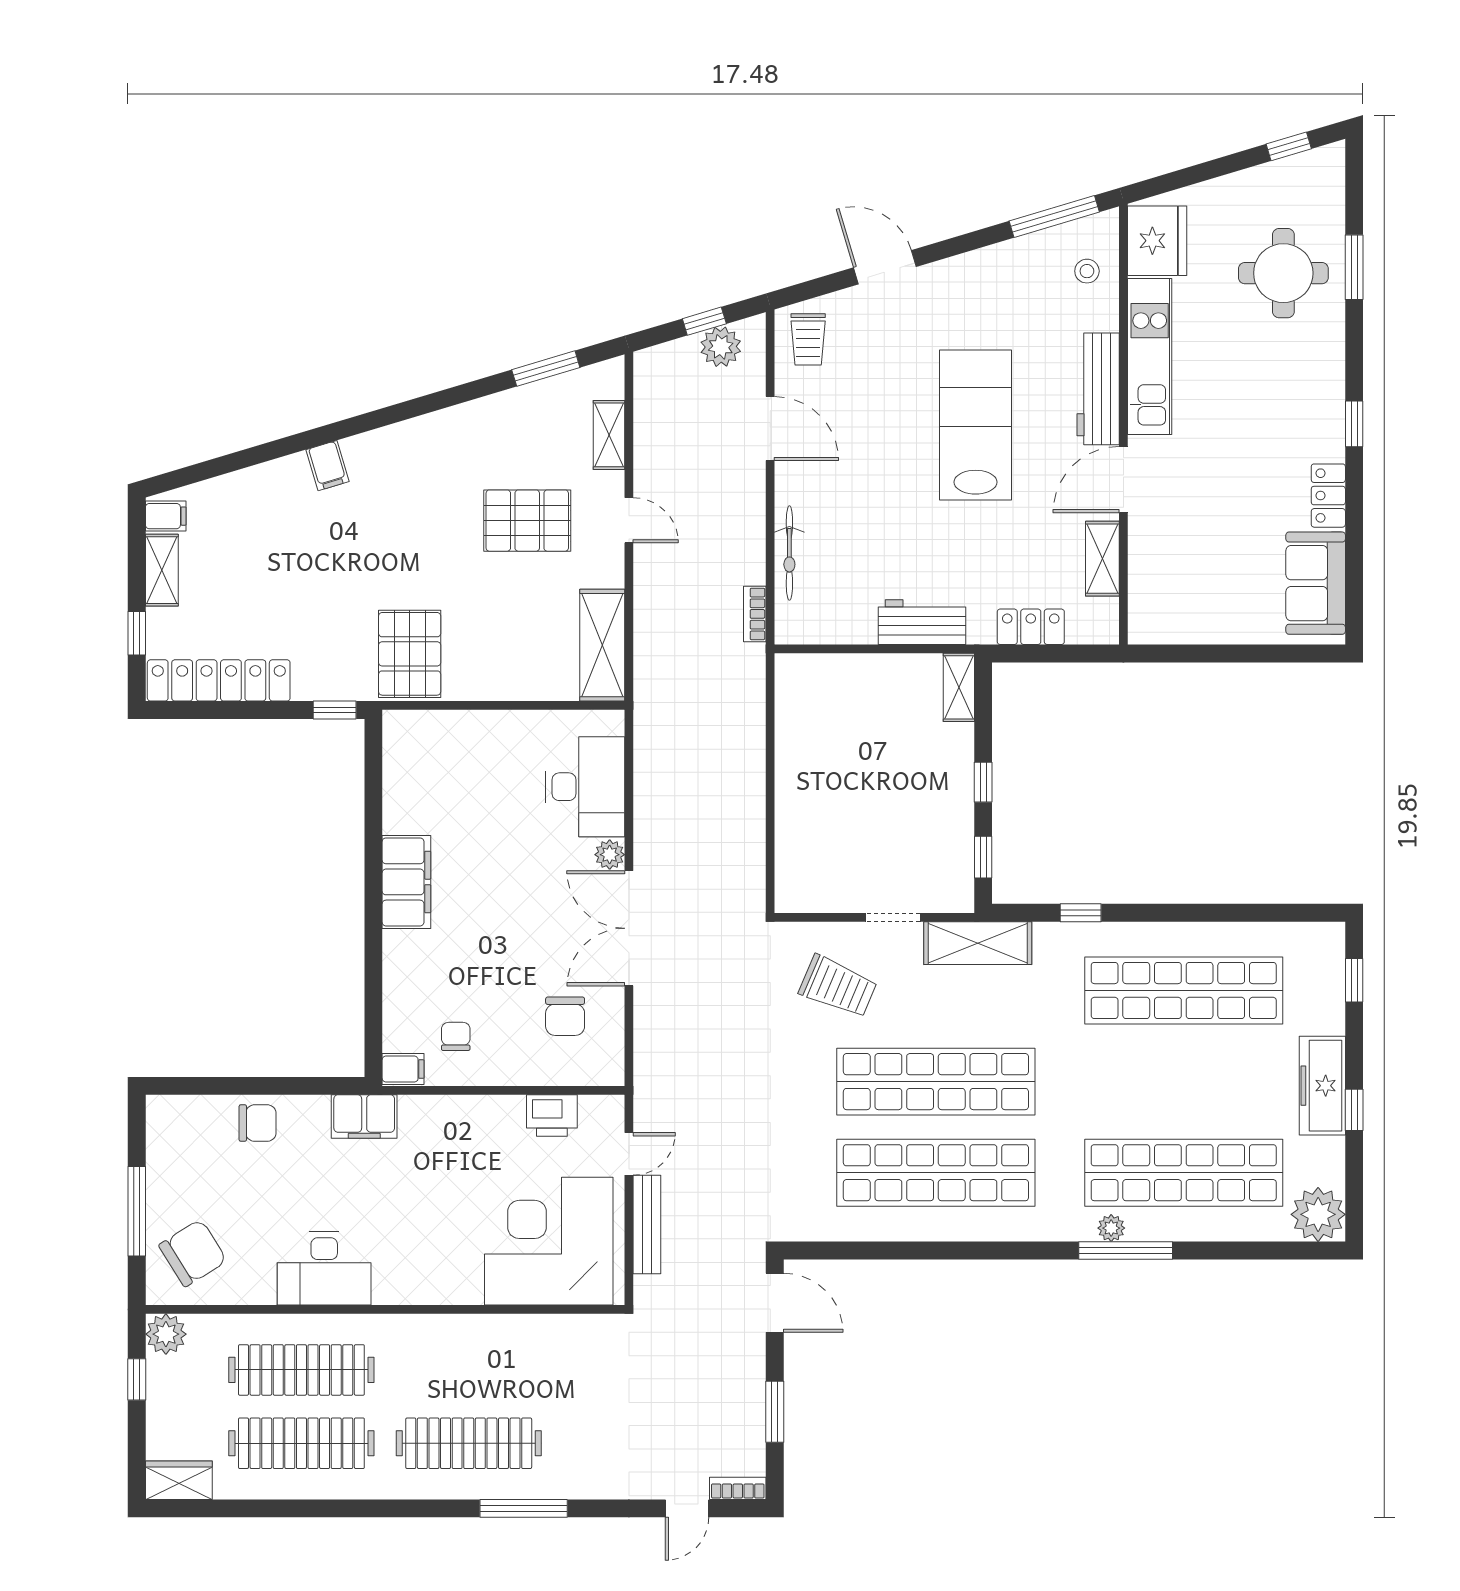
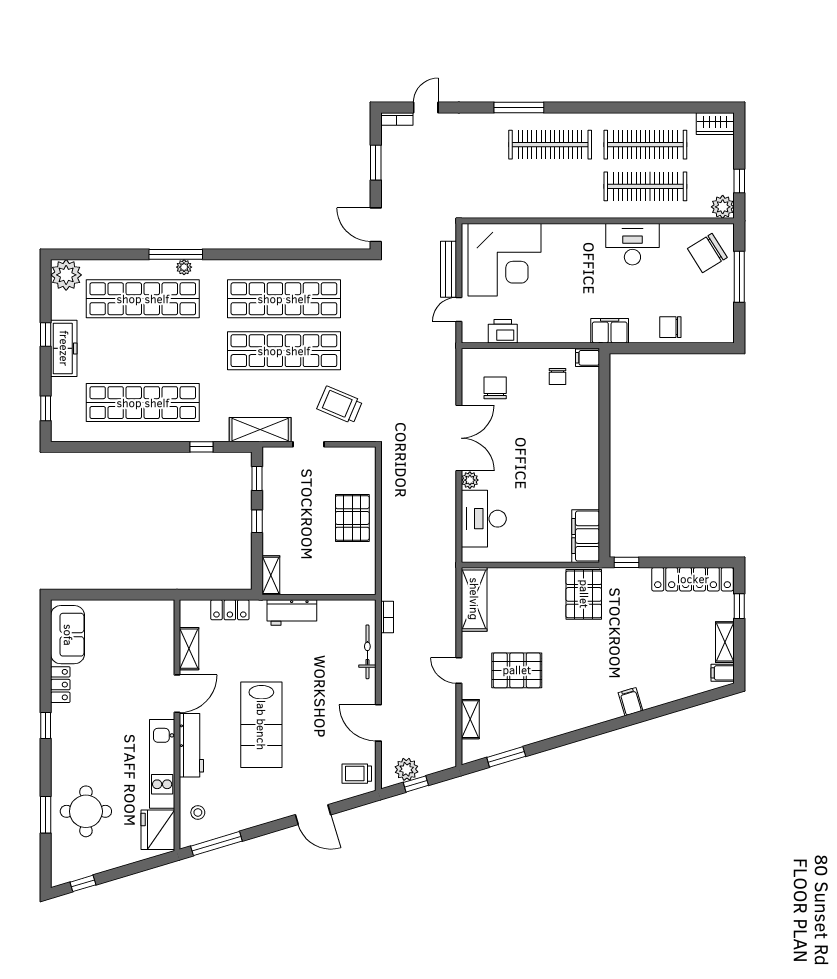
trolley: (808, 339) -> (357, 774), turned -90
pallet: (816, 788) -> (352, 518), added
filing cabinet: (406, 882) -> (586, 536), moved

